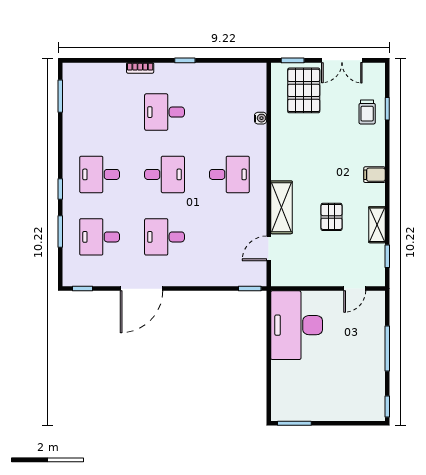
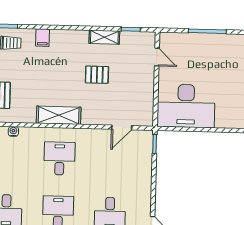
filing cabinet: (374, 175) -> (42, 38), moved
shelving: (281, 207) -> (59, 115), moved
door: (269, 248) -> (122, 127), hinge flipped

